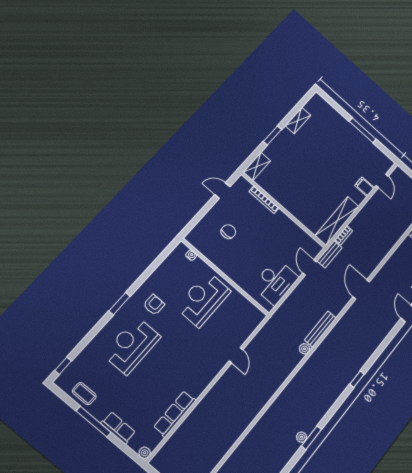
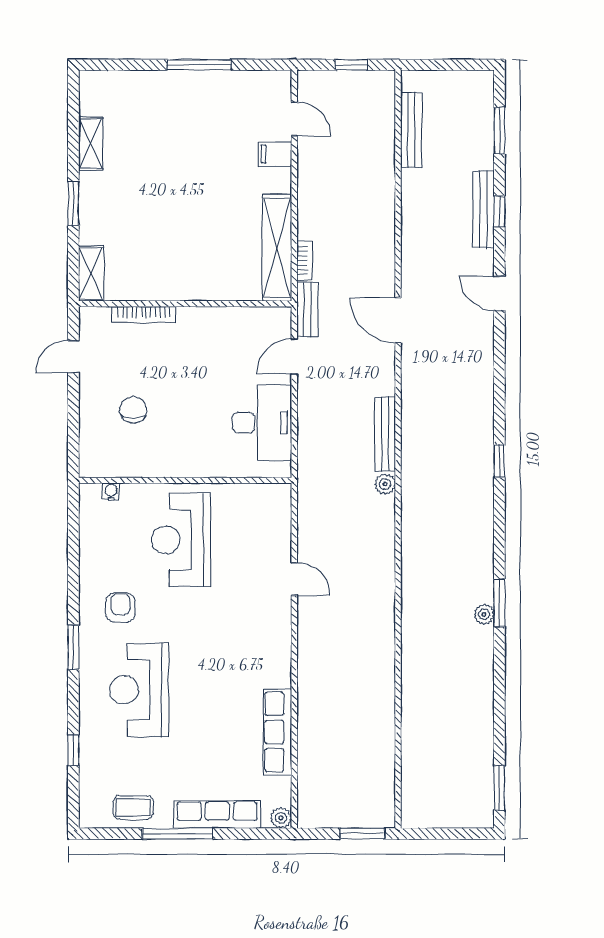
door: (310, 268) -> (294, 357), hinge flipped
window: (63, 366) -> (73, 750), moved
row of seats: (118, 428) -> (217, 815), width x1.48

